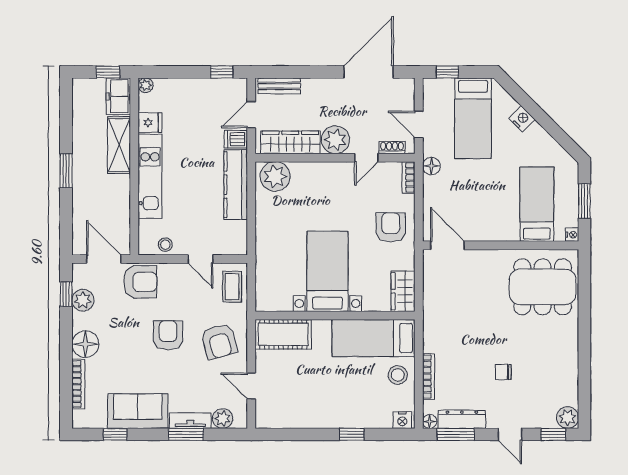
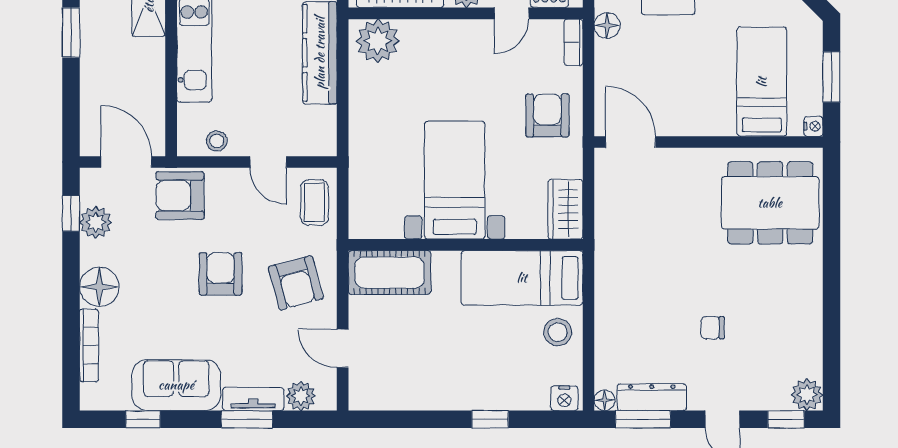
armchair: (140, 282) -> (180, 196), turned 180
bookcase: (429, 377) -> (603, 334), removed

